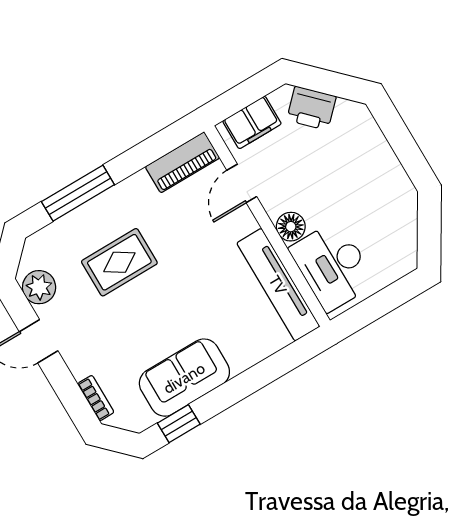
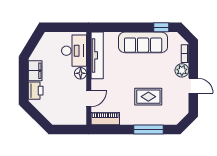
printer: (311, 108) -> (36, 91), moved, turned 45
filing cabinet: (252, 122) -> (35, 71), moved, turned 90
plant: (39, 287) -> (182, 70), moved
sofa: (184, 378) -> (143, 42), width x1.36

